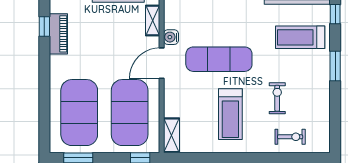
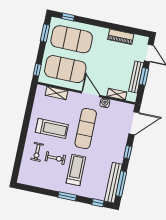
window: (44, 26) -> (68, 17), moved
treadmill: (300, 37) -> (76, 170), moved
treadmill: (230, 114) -> (52, 128), turned 180
shelving: (171, 135) -> (57, 93), moved
exercise bike: (290, 137) -> (37, 152), moved

